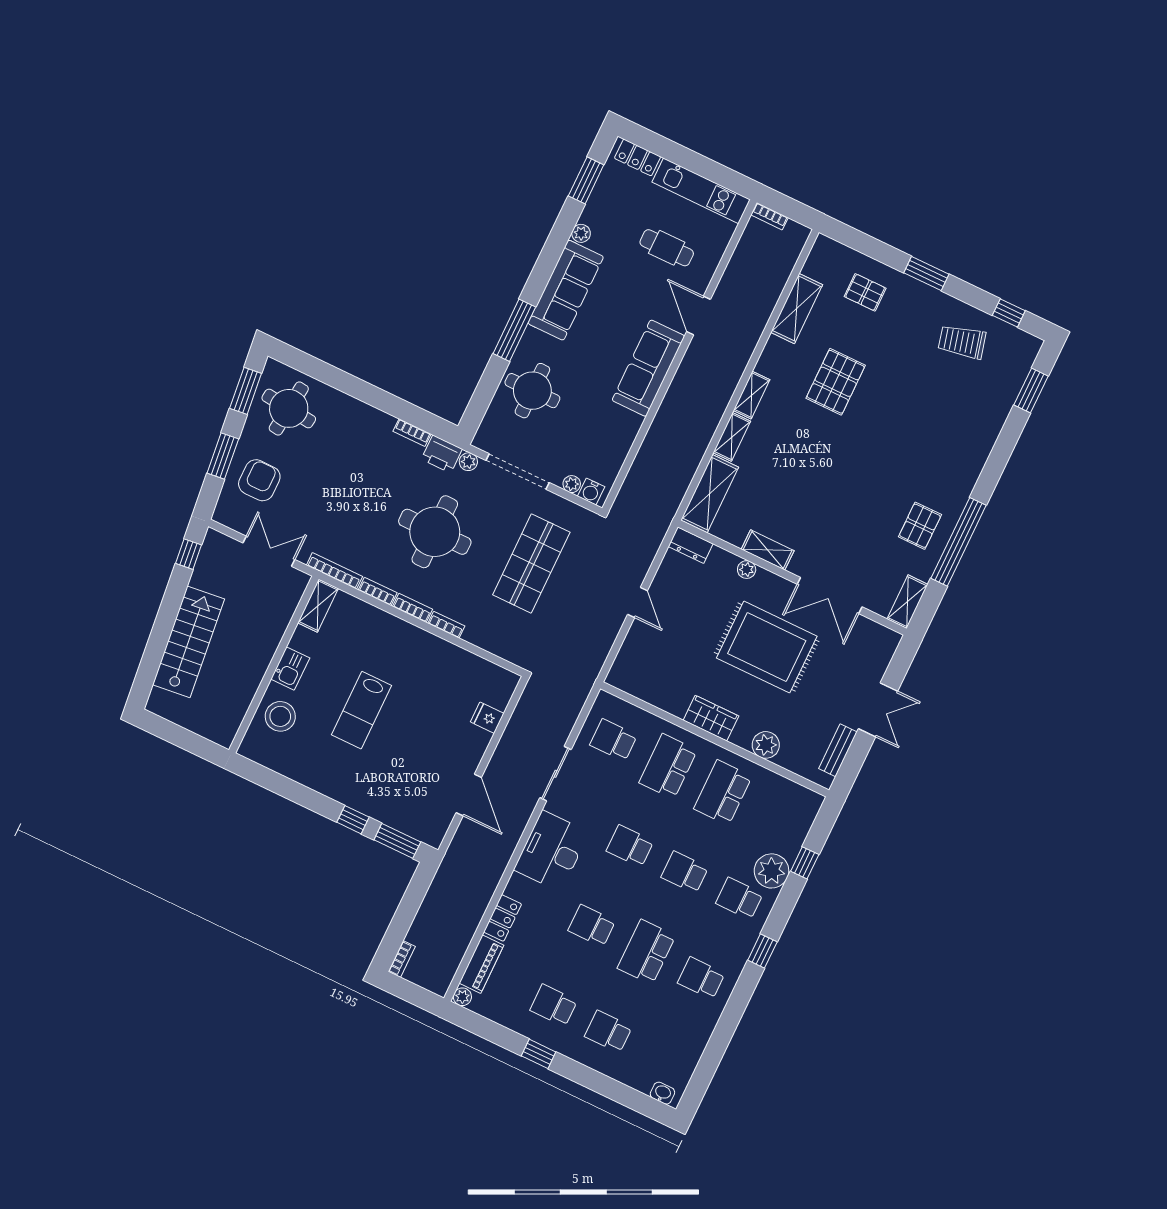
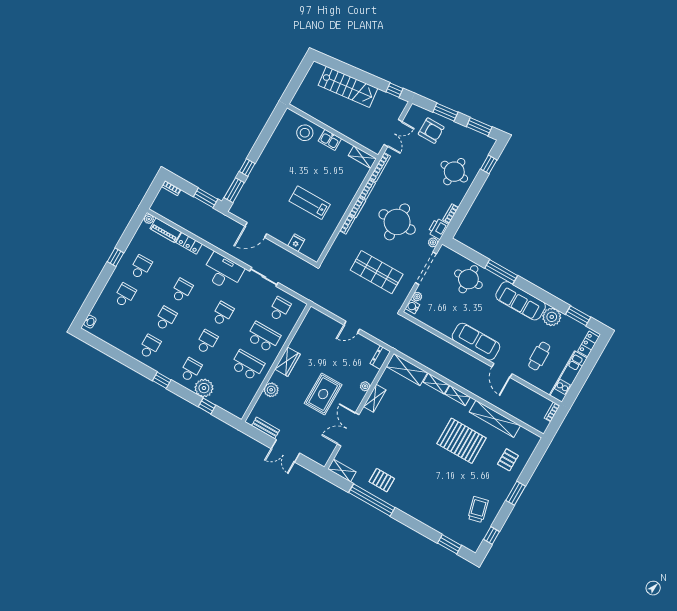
plant: (581, 233) -> (552, 317), width x1.88, depth x1.88
shelving: (797, 309) -> (495, 419), width x1.47
door: (698, 316) -> (502, 370), swing flipped
window: (315, 368) -> (489, 164), added
pallet: (836, 382) -> (462, 441), width x1.37, depth x1.41
round table: (289, 408) -> (454, 172), moved
rug: (767, 647) -> (323, 394), width x0.73, depth x0.69
lab bench: (361, 710) -> (310, 203), moved
window: (415, 893) -> (206, 198), added
school desk: (646, 952) -> (166, 318), width x0.54

